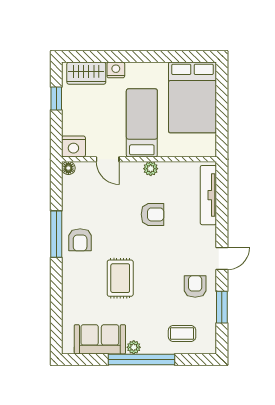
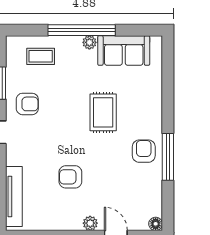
plant: (151, 169) -> (90, 223), moved
armchair: (195, 286) -> (27, 104), turned -90

